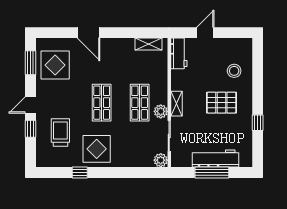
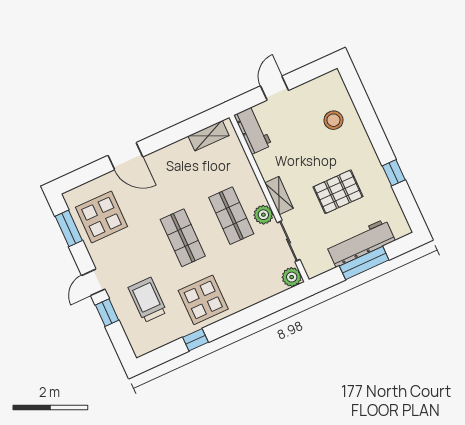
pallet: (221, 103) -> (338, 192), moved

